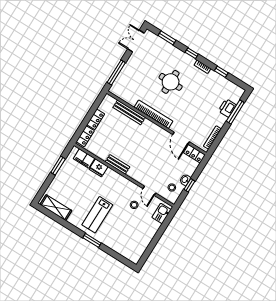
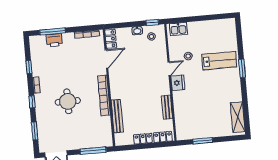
filing cabinet: (84, 158) -> (181, 124), removed
bench: (118, 164) -> (167, 107), moved
fridge: (99, 168) -> (178, 83), moved
window: (189, 185) -> (152, 23), moved
door: (149, 191) -> (169, 69), moved
lab bench: (97, 215) -> (219, 61), moved

